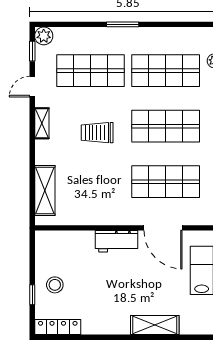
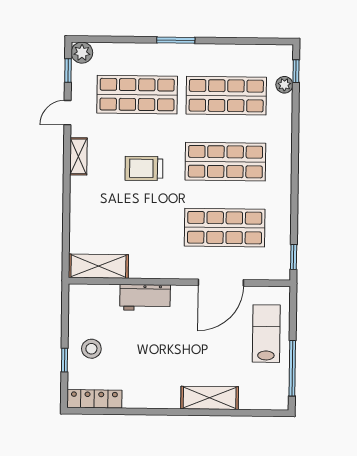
shelving: (45, 191) -> (98, 266), moved, turned 90
door: (163, 228) -> (221, 283), hinge flipped
workbench: (117, 241) -> (145, 298), moved

